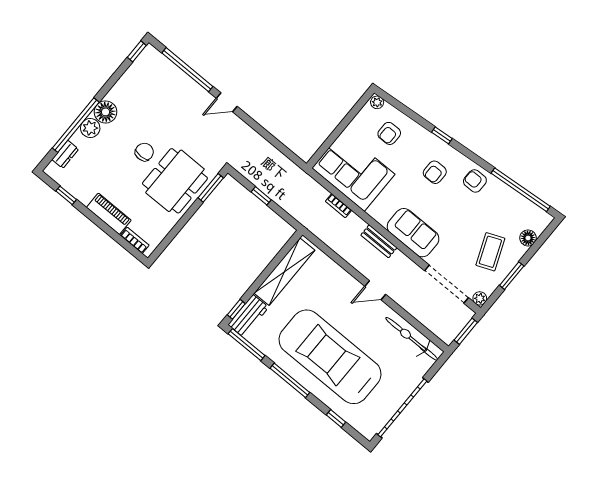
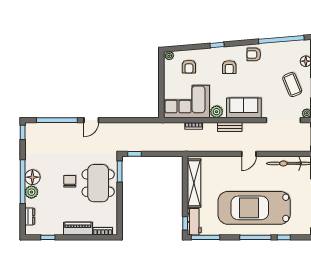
window: (76, 125) -> (23, 182), moved
window: (261, 196) -> (135, 154), moved
plant: (378, 211) -> (217, 112), added
window: (290, 380) -> (255, 237), moved

